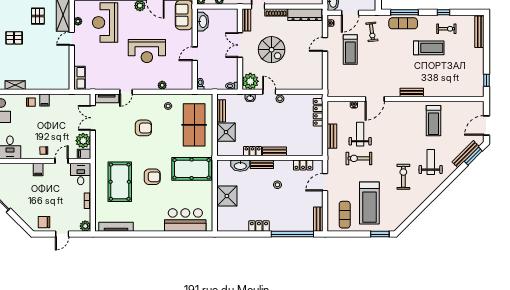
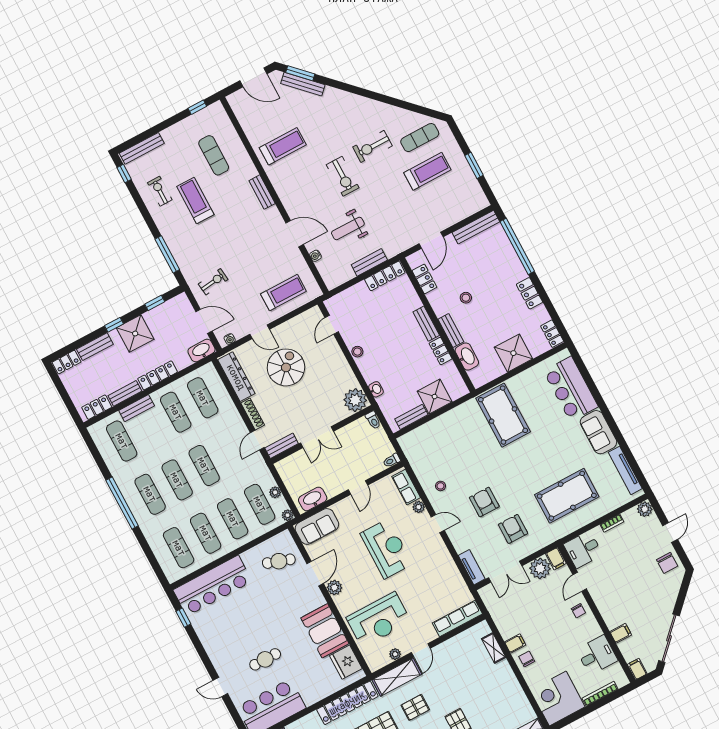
window: (443, 12) -> (124, 174), moved
exercise mat: (403, 23) -> (214, 155), moved
door: (72, 39) -> (421, 650), hinge flipped
spiral stairs: (272, 50) -> (286, 367), moved
treadmill: (350, 50) -> (283, 293), moved
door: (195, 54) -> (358, 487), hinge flipped
row of seats: (79, 78) -> (457, 618), width x1.48
row of seats: (179, 84) -> (406, 487), added
shelving: (15, 85) -> (494, 648), moved
door: (126, 92) -> (438, 524), moved
door: (269, 92) -> (332, 325), moved
locker: (318, 112) -> (385, 276), moved
table tennis table: (194, 125) -> (447, 441), removed
exercise bike: (359, 158) -> (343, 176), moved
door: (62, 161) -> (580, 582), hinge flipped
weight bench: (431, 162) -> (336, 122), removed
filing cabinet: (38, 169) -> (621, 633), moved
armchair: (152, 177) -> (513, 529), moved
door: (325, 182) -> (431, 240), hinge flipped
treadmill: (369, 203) -> (427, 171), width x0.73, depth x0.73
exercise mat: (345, 215) -> (420, 138), moved
bench: (318, 219) -> (476, 227), width x1.36
sofa: (149, 223) -> (598, 432), added
locker: (226, 227) -> (552, 334), added
door: (62, 234) -> (670, 533), hinge flipped
window: (380, 234) -> (474, 165), moved

